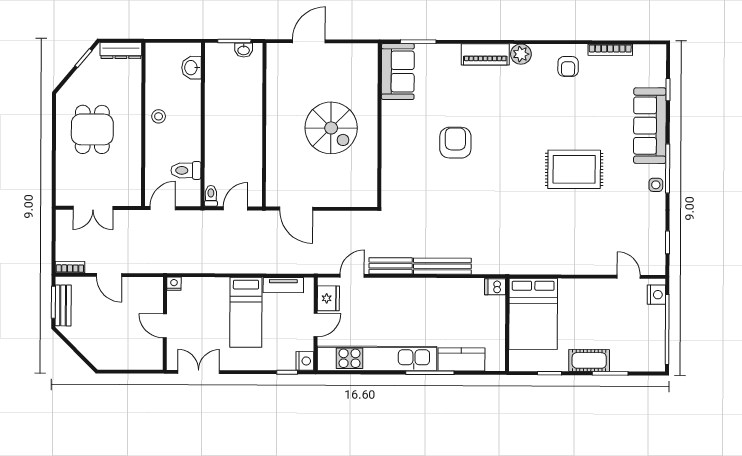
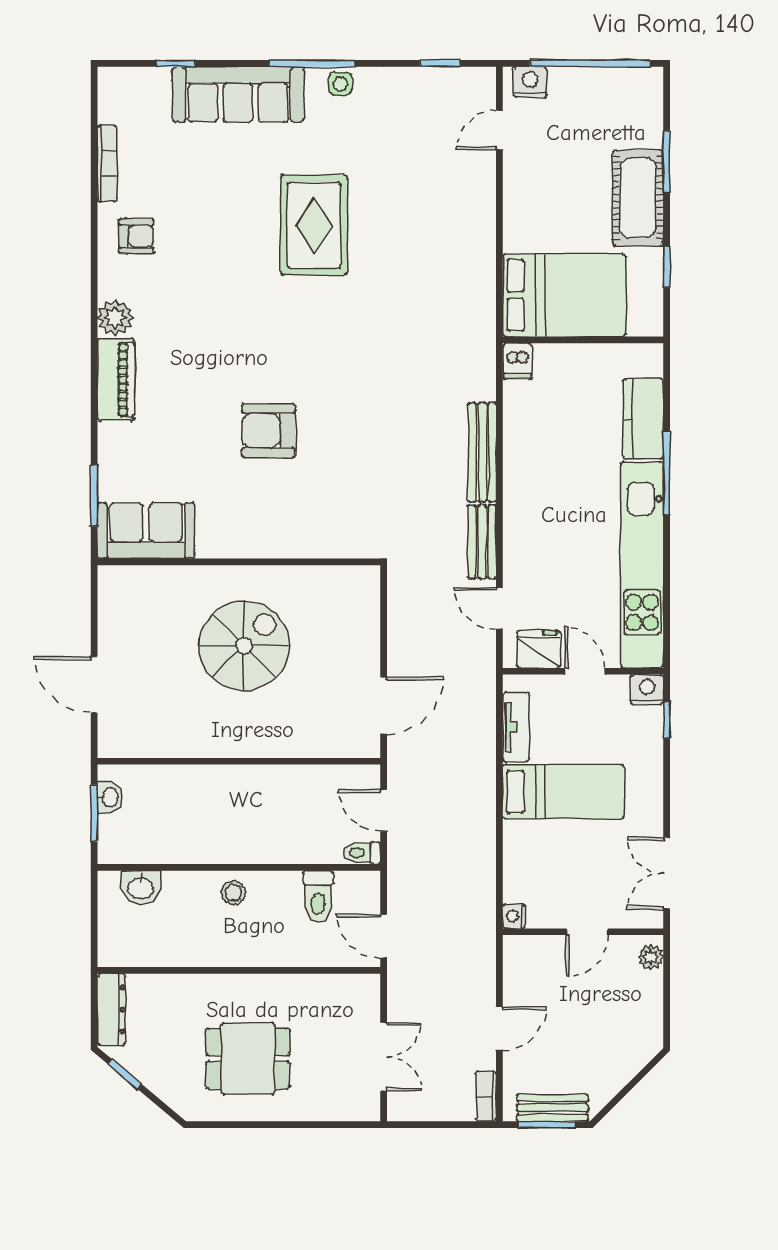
stool: (159, 116) -> (233, 893), moved
cot: (589, 360) -> (638, 198), width x1.37, depth x1.34
plant: (150, 363) -> (651, 957), added

